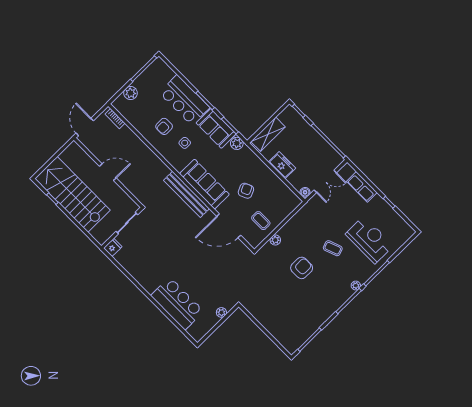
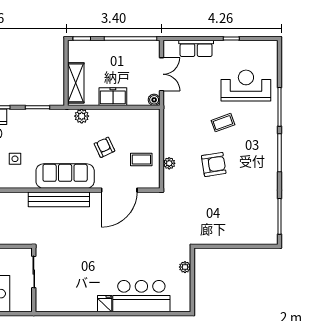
sofa: (216, 128) -> (29, 121), removed
plant: (237, 143) -> (82, 116), moved
fridge: (113, 247) -> (105, 304), moved
armchair: (302, 268) -> (214, 164), turned 81
plant: (356, 286) -> (273, 134), removed

